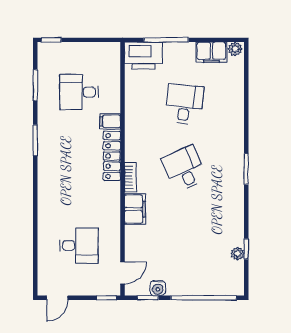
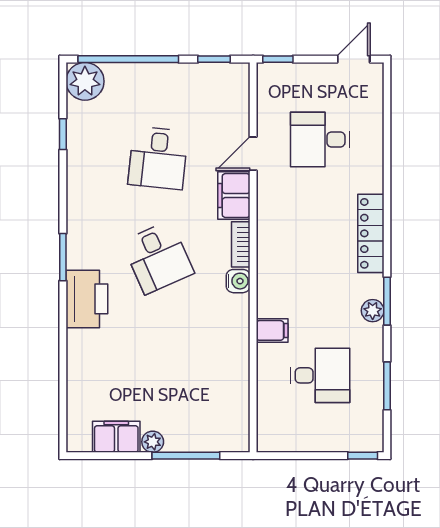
plant: (235, 49) -> (153, 442), moved
printer: (143, 55) -> (87, 299), moved, turned 90
desk: (184, 104) -> (158, 158), moved
plant: (45, 134) -> (373, 311), added
locker: (112, 156) -> (371, 233), moved, turned 180
plant: (238, 254) -> (85, 81), moved, width x1.88, depth x1.88
door: (122, 273) -> (253, 154), moved
water cooler: (158, 288) -> (238, 281), moved, turned 90

